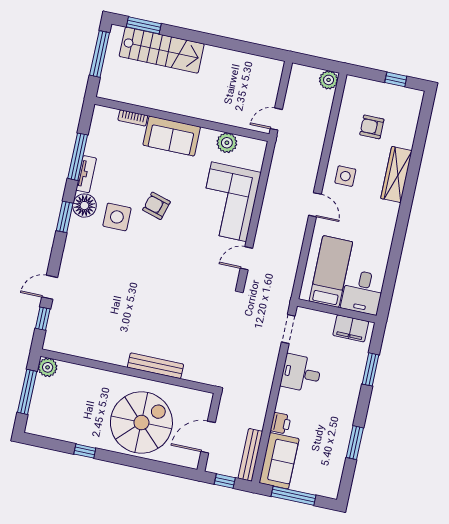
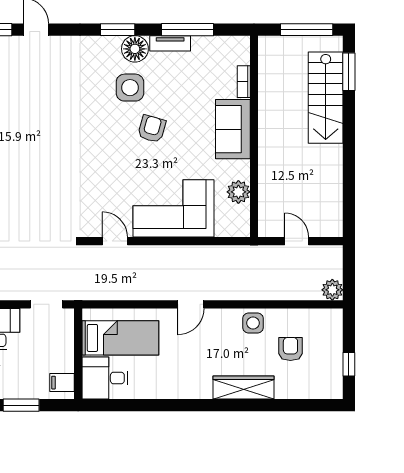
door: (276, 119) -> (297, 241), moved
side table: (345, 176) -> (253, 323), moved
filing cabinet: (351, 328) -> (62, 383), width x0.50

